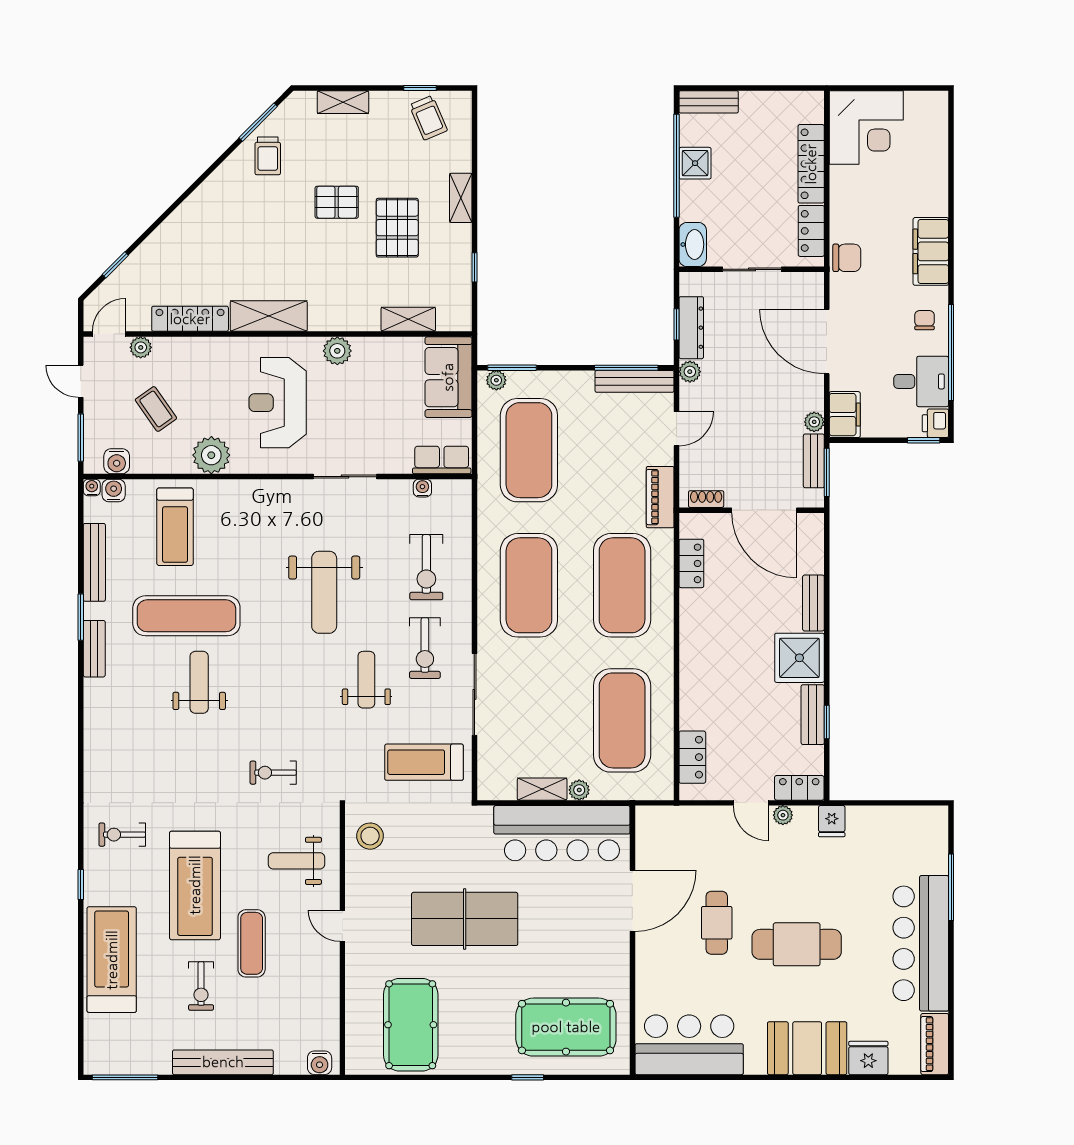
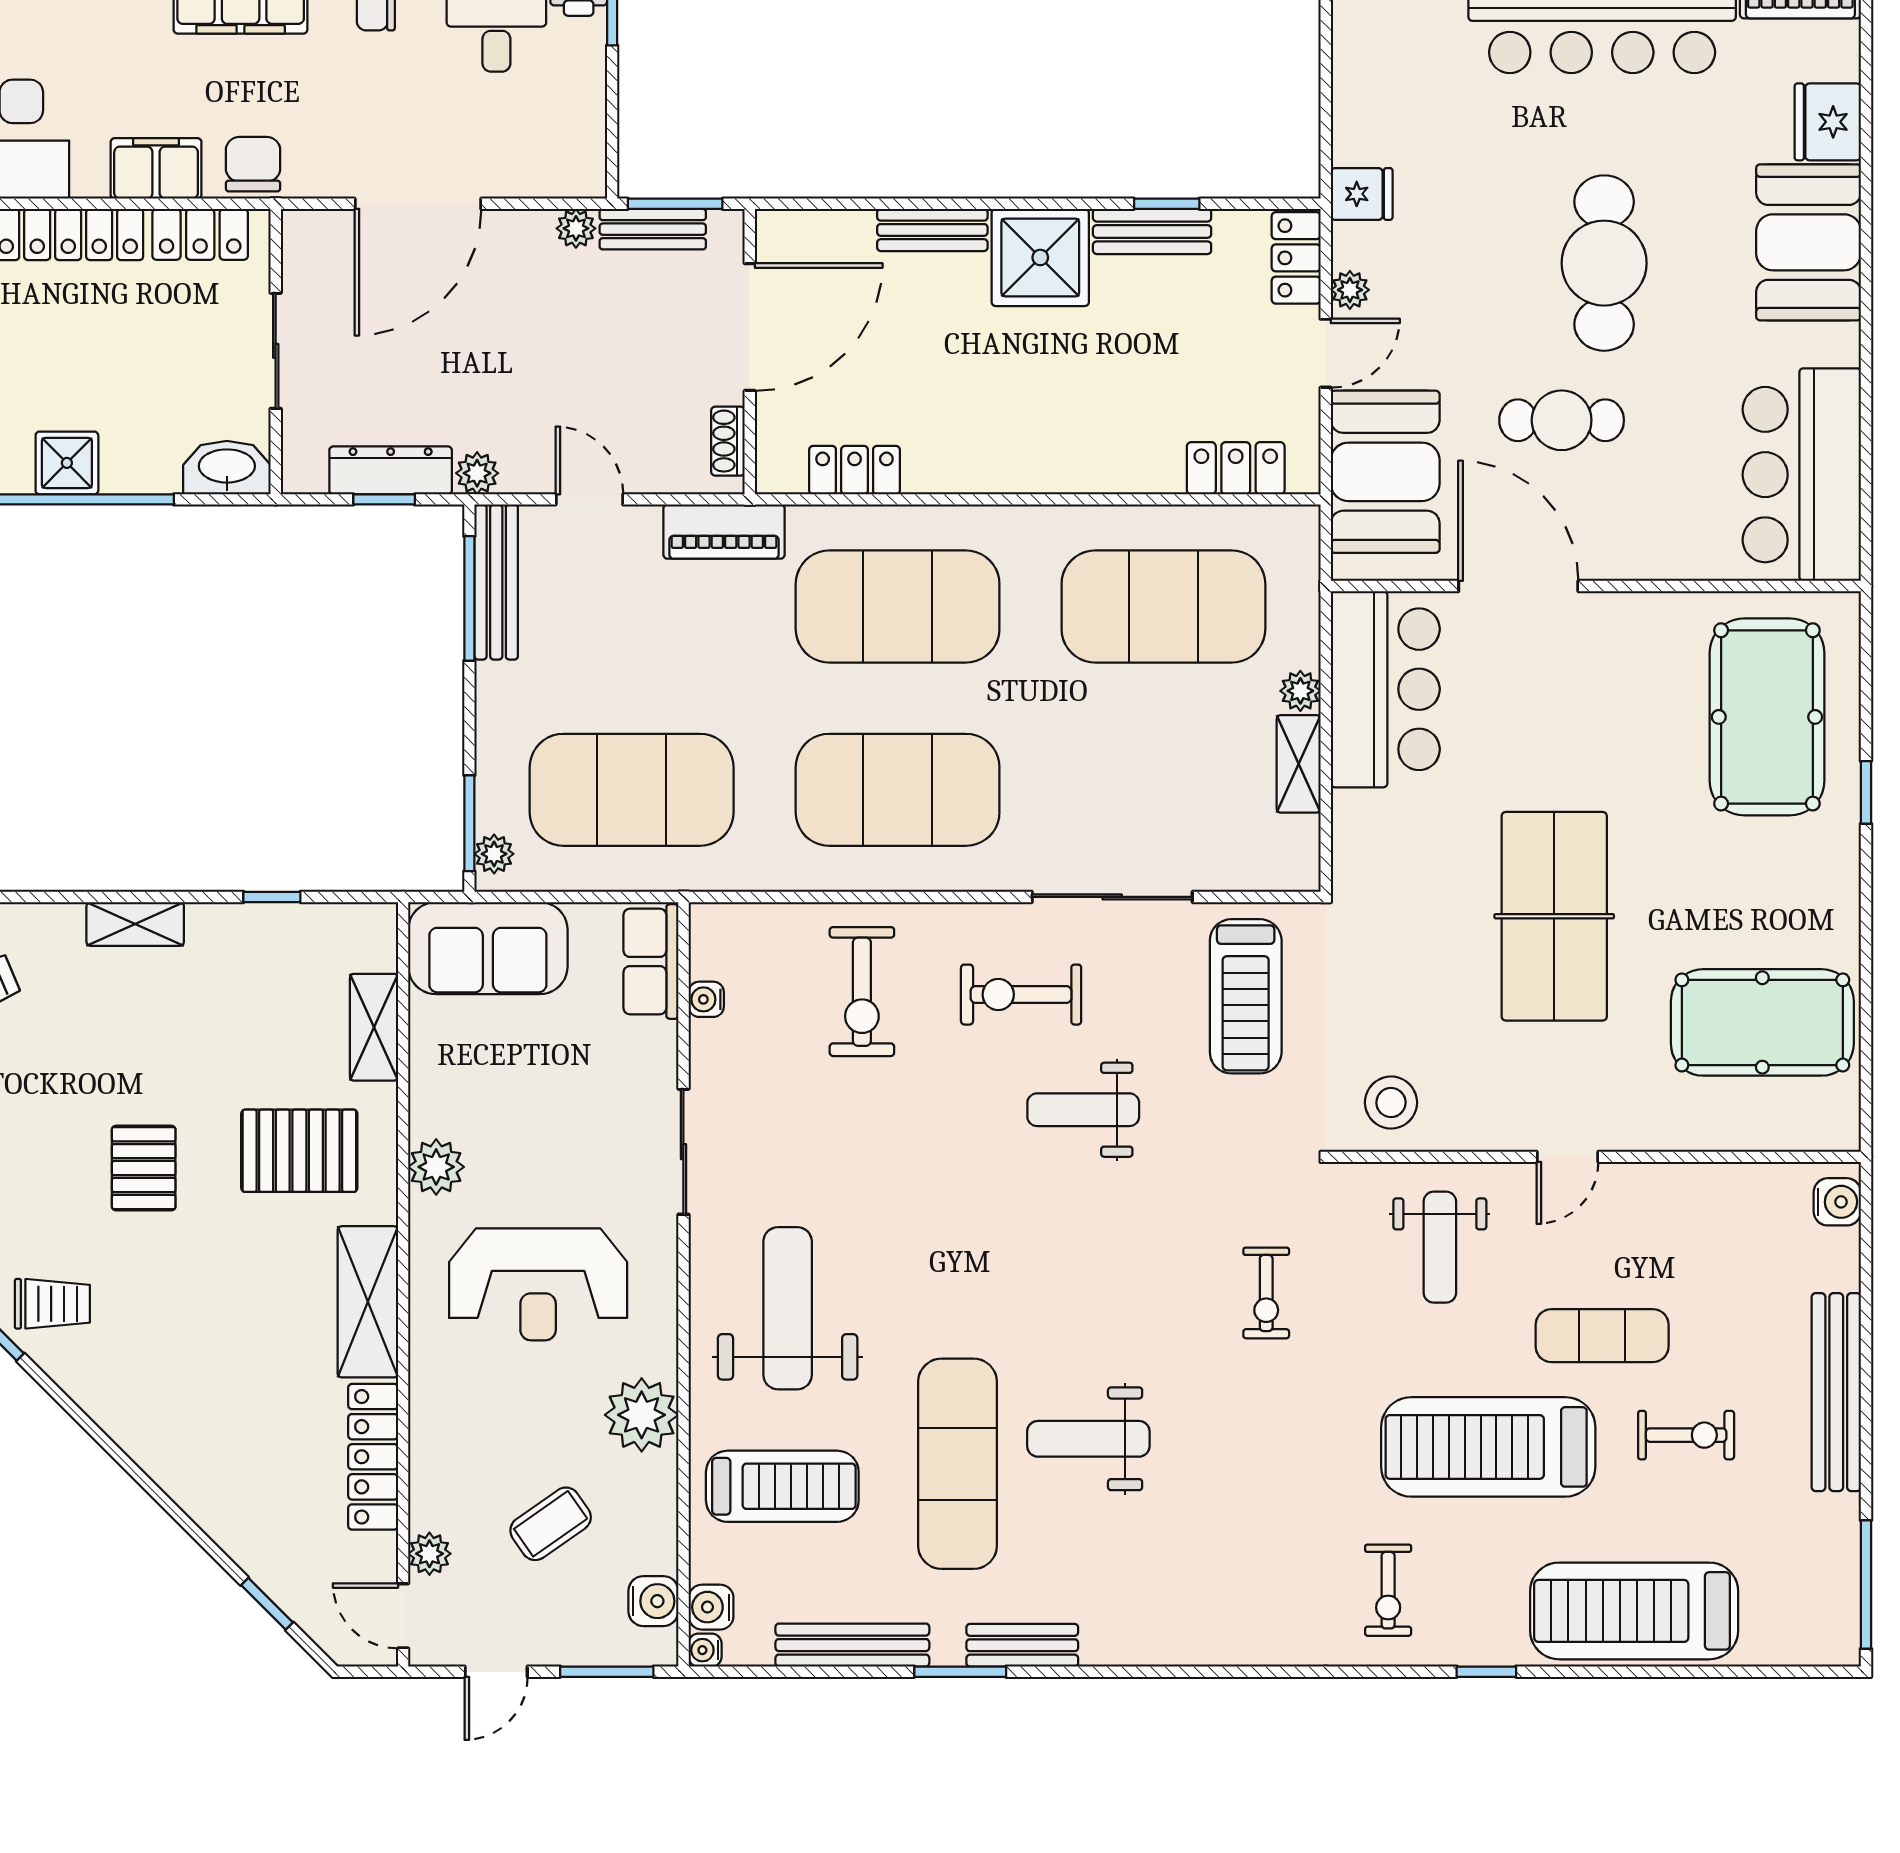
pallet: (397, 228) -> (299, 1151), moved
filing cabinet: (845, 415) -> (156, 168), moved
exercise bike: (426, 567) -> (862, 992), turned 90
weight bench: (324, 592) -> (788, 1308), moved, turned -90
exercise bike: (425, 648) -> (1021, 995), turned 180
bar counter: (562, 833) -> (1385, 689), width x0.73
booth: (691, 833) -> (1385, 472), added
treadmill: (195, 885) -> (1488, 1447), turned 180

